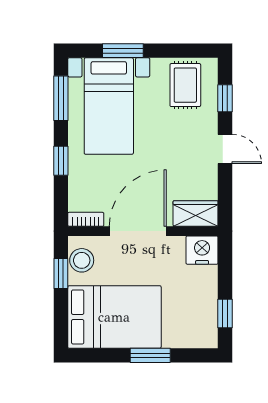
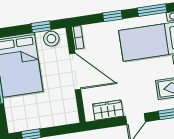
wardrobe: (196, 214) -> (108, 110), moved, turned -90
nightstand: (202, 250) -> (69, 114), removed

